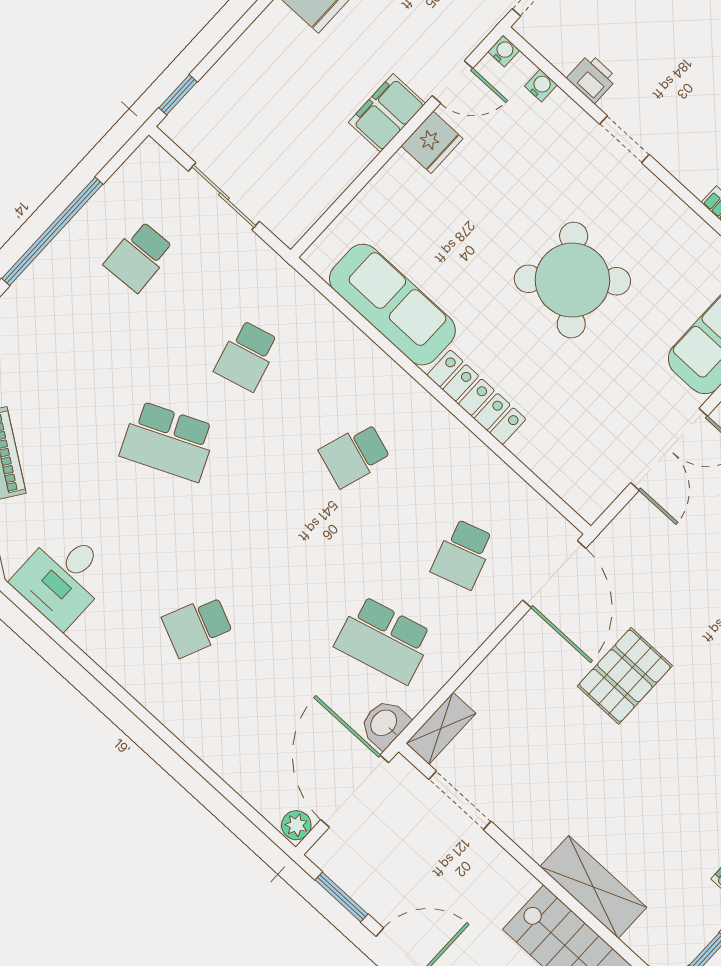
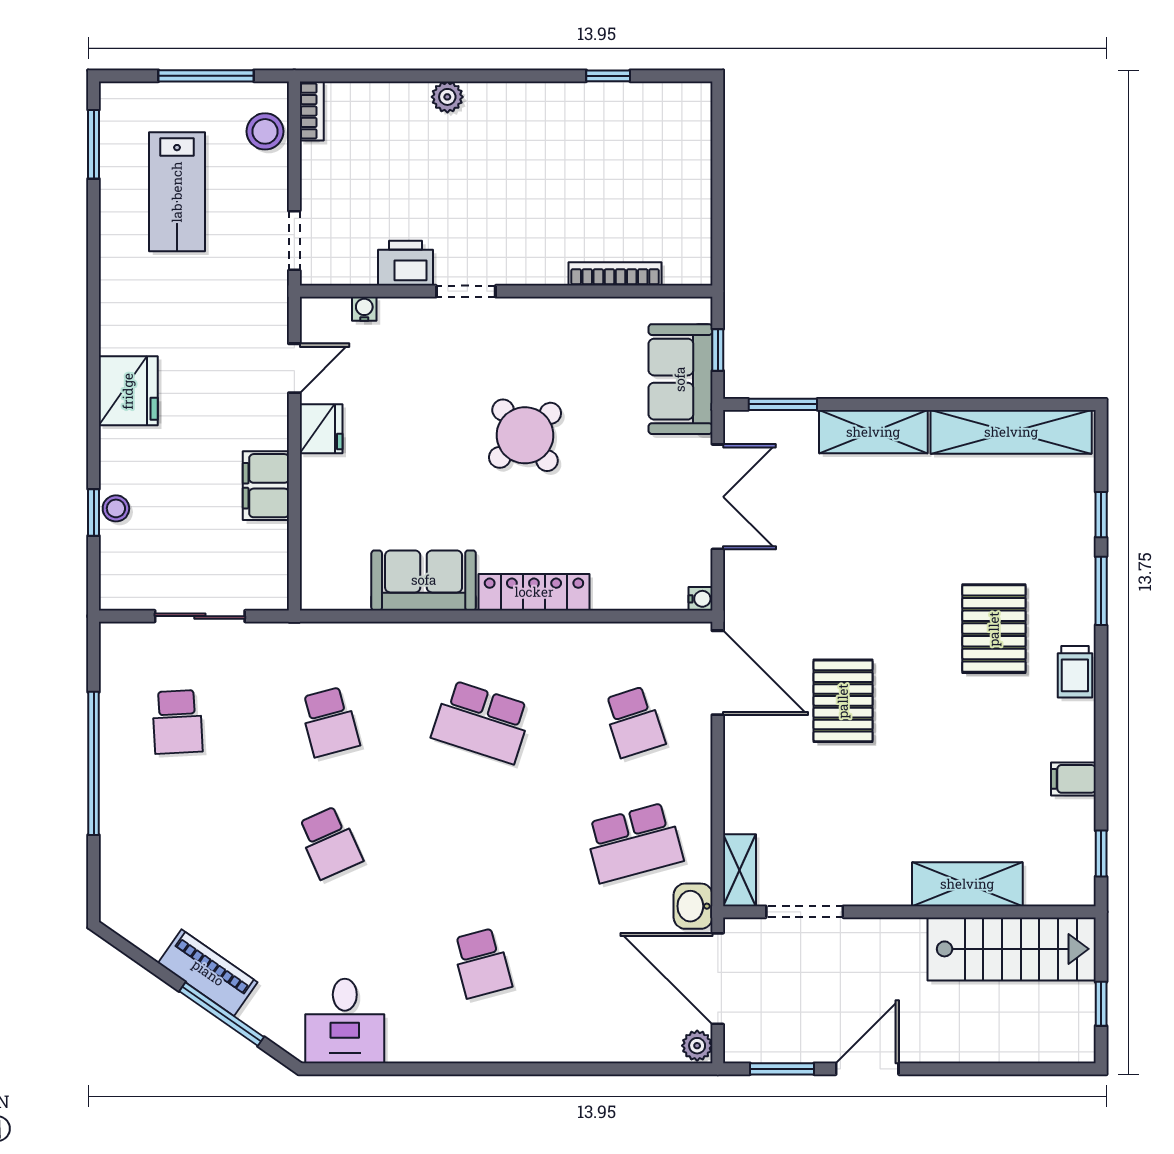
water cooler: (504, 51) -> (700, 599), moved, turned 90
stool: (235, 65) -> (116, 508), added
printer: (592, 78) -> (406, 263), width x1.36, depth x1.24
window: (178, 95) -> (94, 512), moved
filing cabinet: (387, 113) -> (266, 486), moved
round table: (572, 280) -> (525, 435), width x0.73, depth x0.73
sofa: (392, 305) -> (424, 580), width x0.73
school desk: (168, 441) -> (330, 842), width x0.54
school desk: (355, 455) -> (482, 722), width x1.85
school desk: (197, 626) -> (482, 963), turned -39

